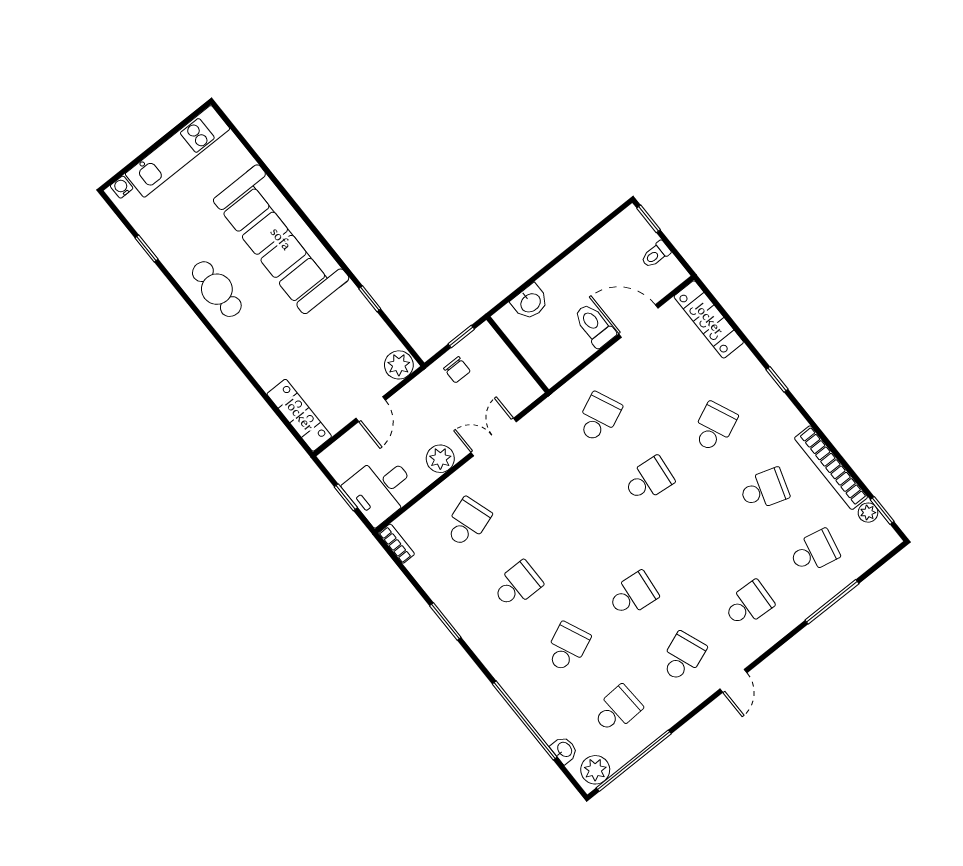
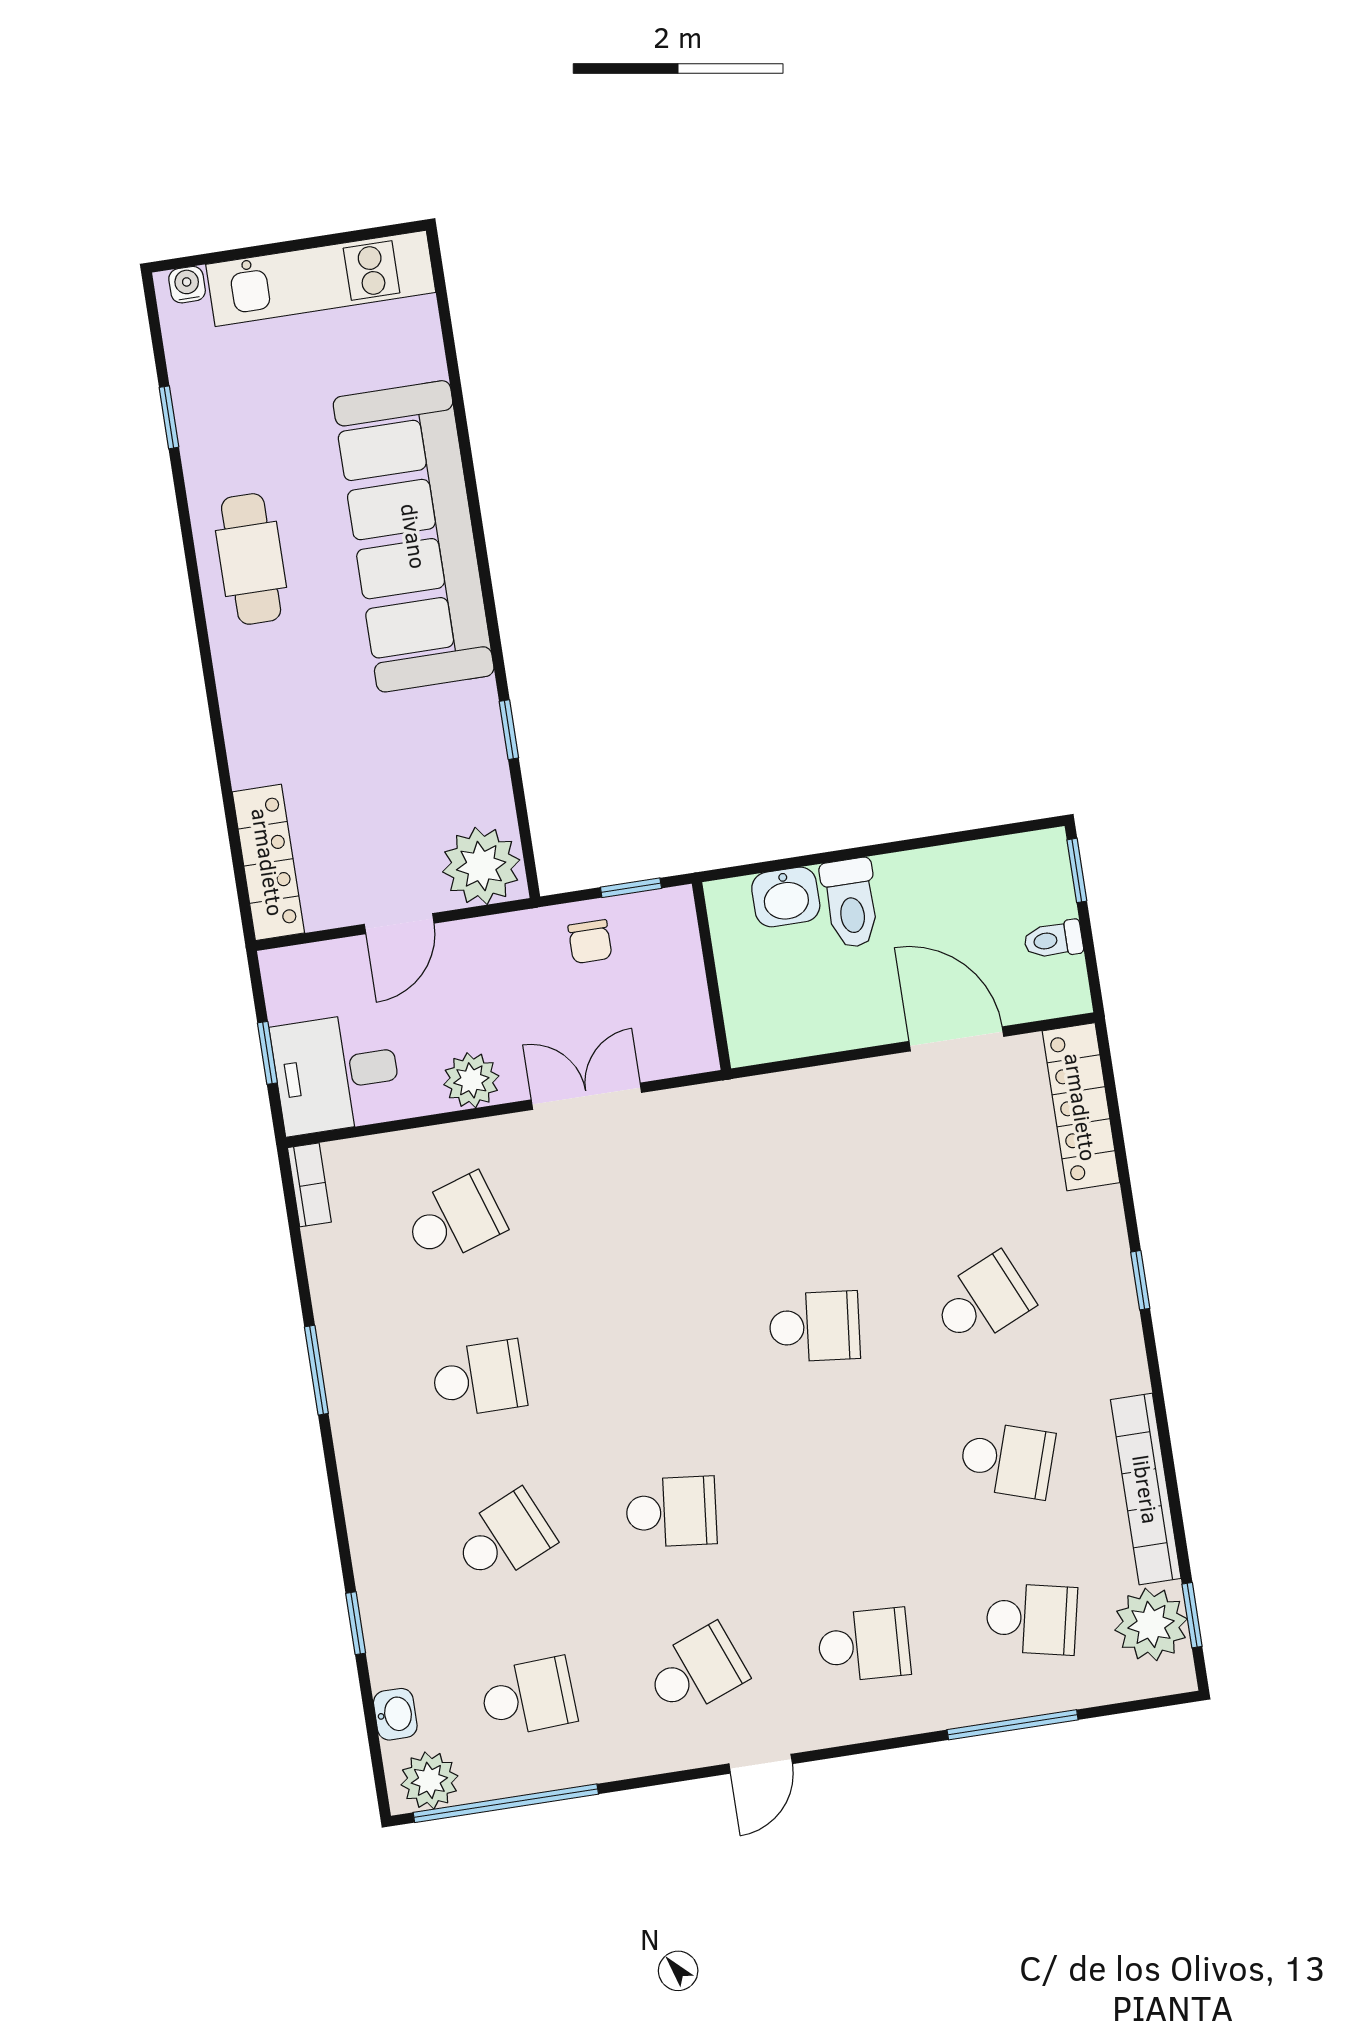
toilet: (594, 325) -> (851, 903), moved, turned 180
plant: (399, 365) -> (481, 866), width x1.36, depth x1.36
school desk: (599, 417) -> (790, 1167), removed
plant: (868, 513) -> (1151, 1624), width x1.88, depth x1.88
window: (525, 720) -> (356, 1623), width x0.32

